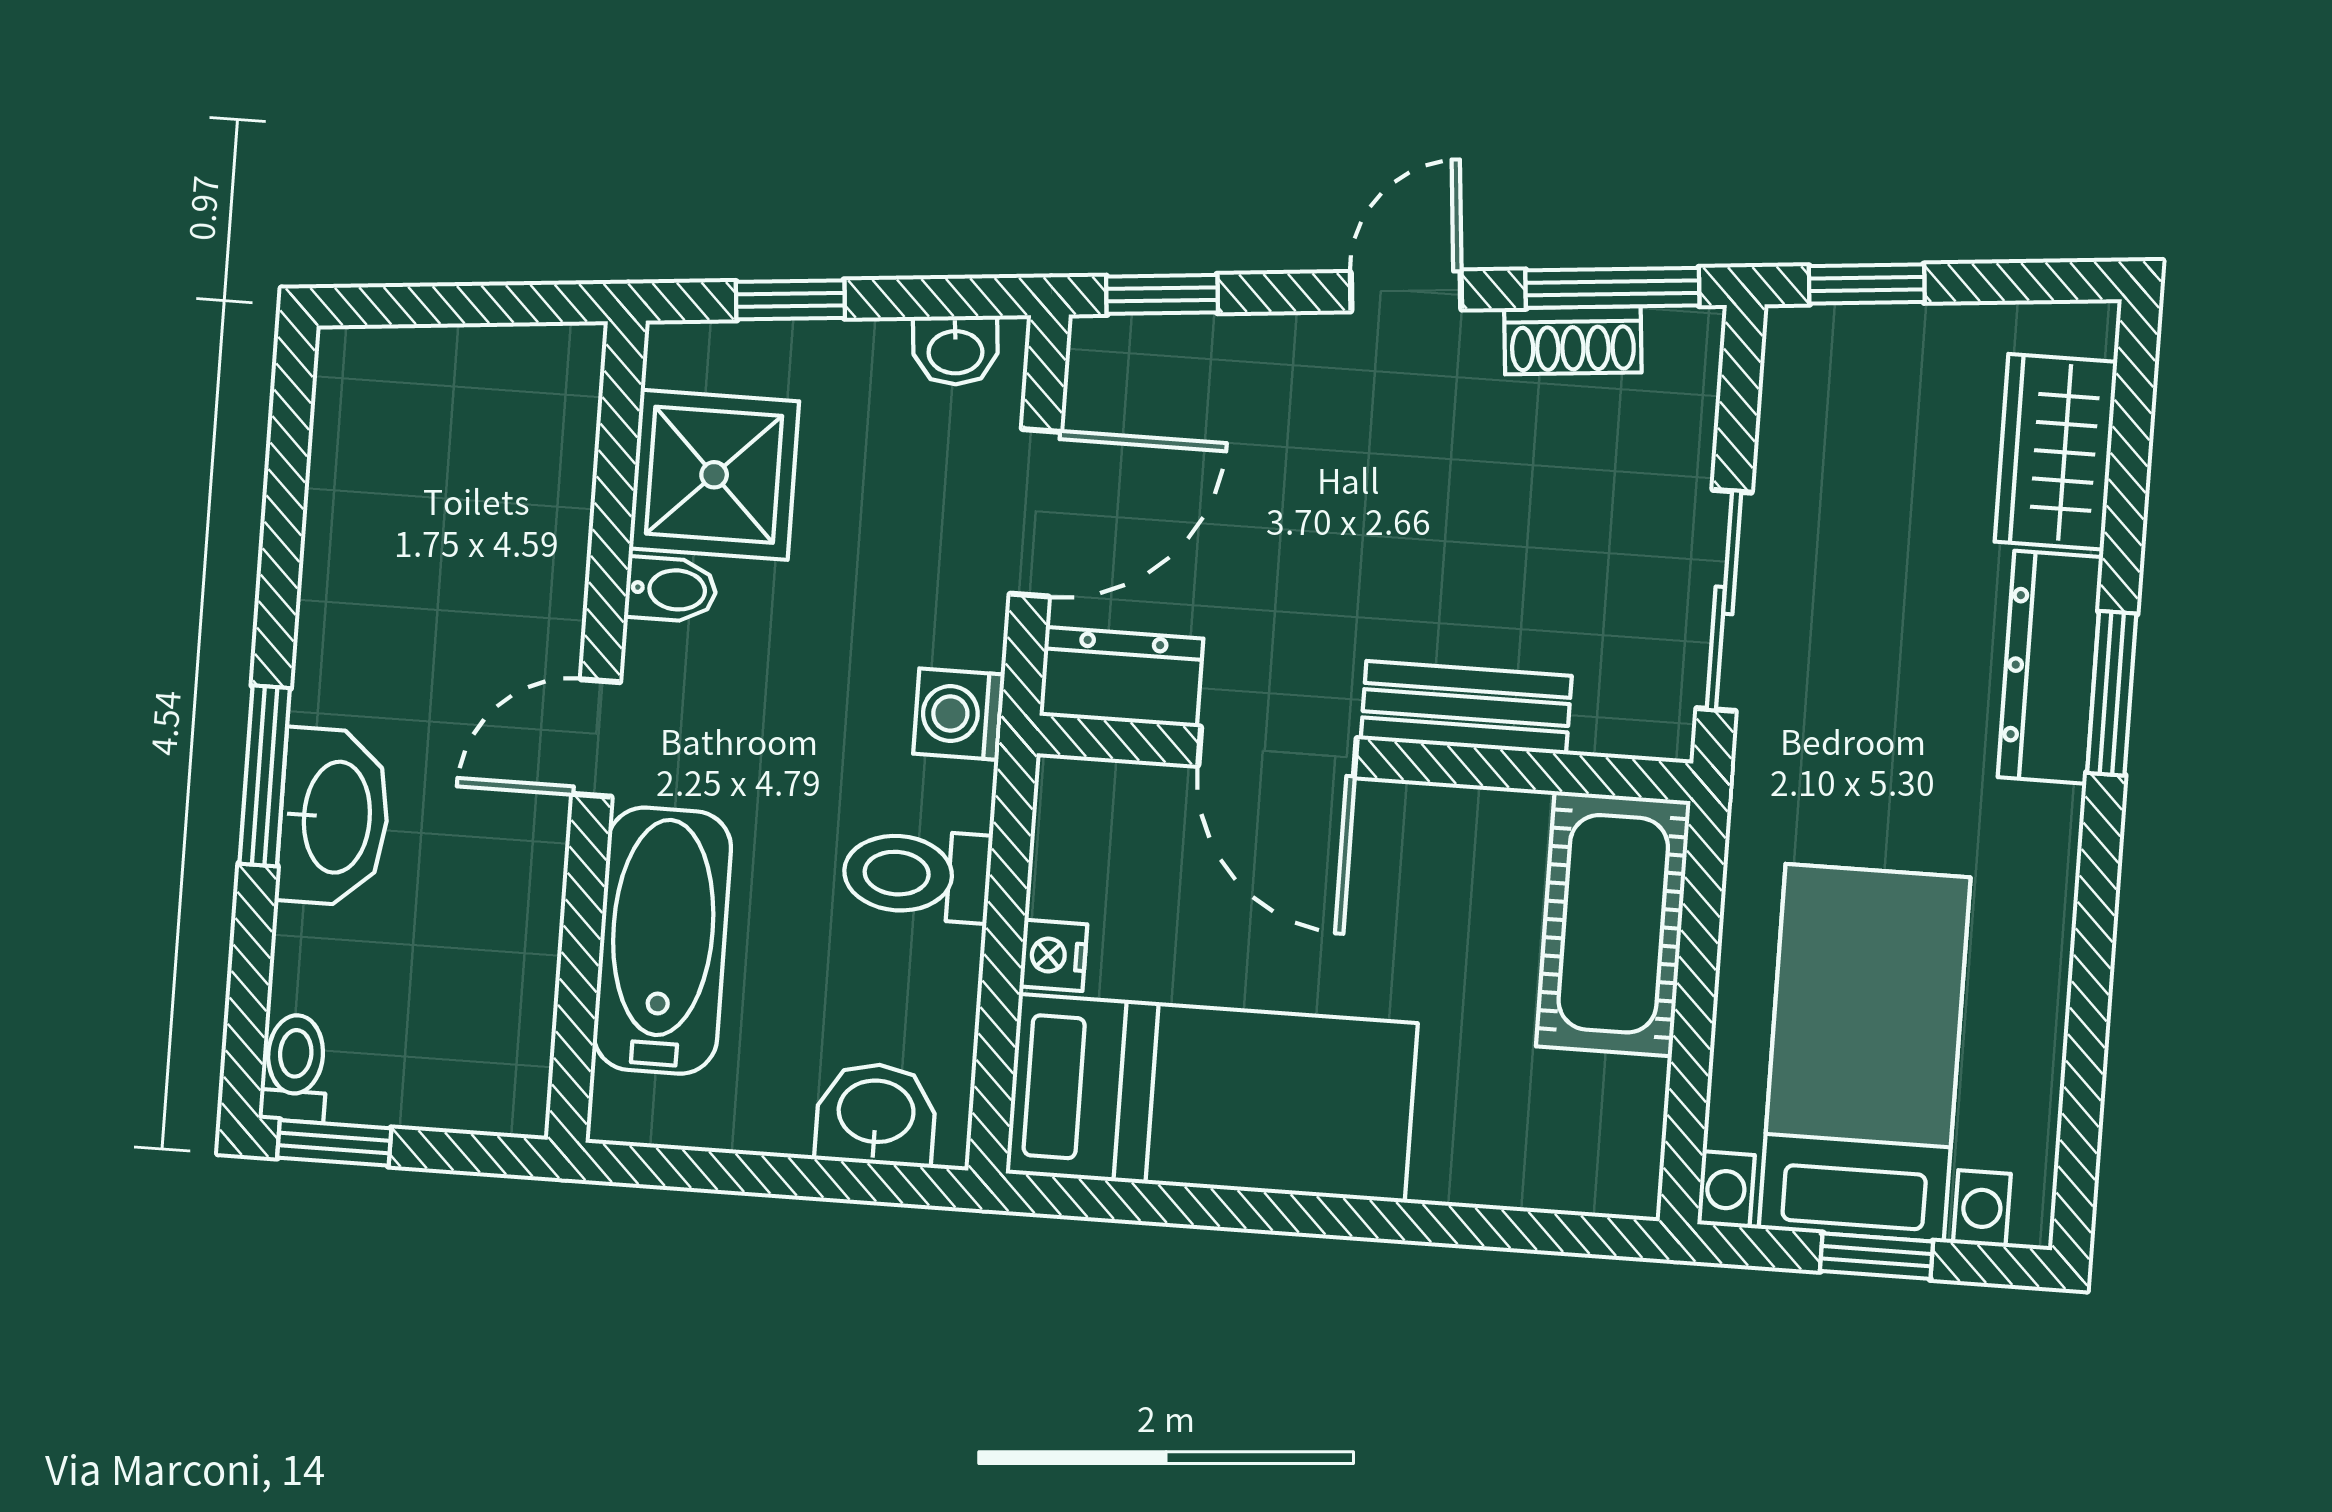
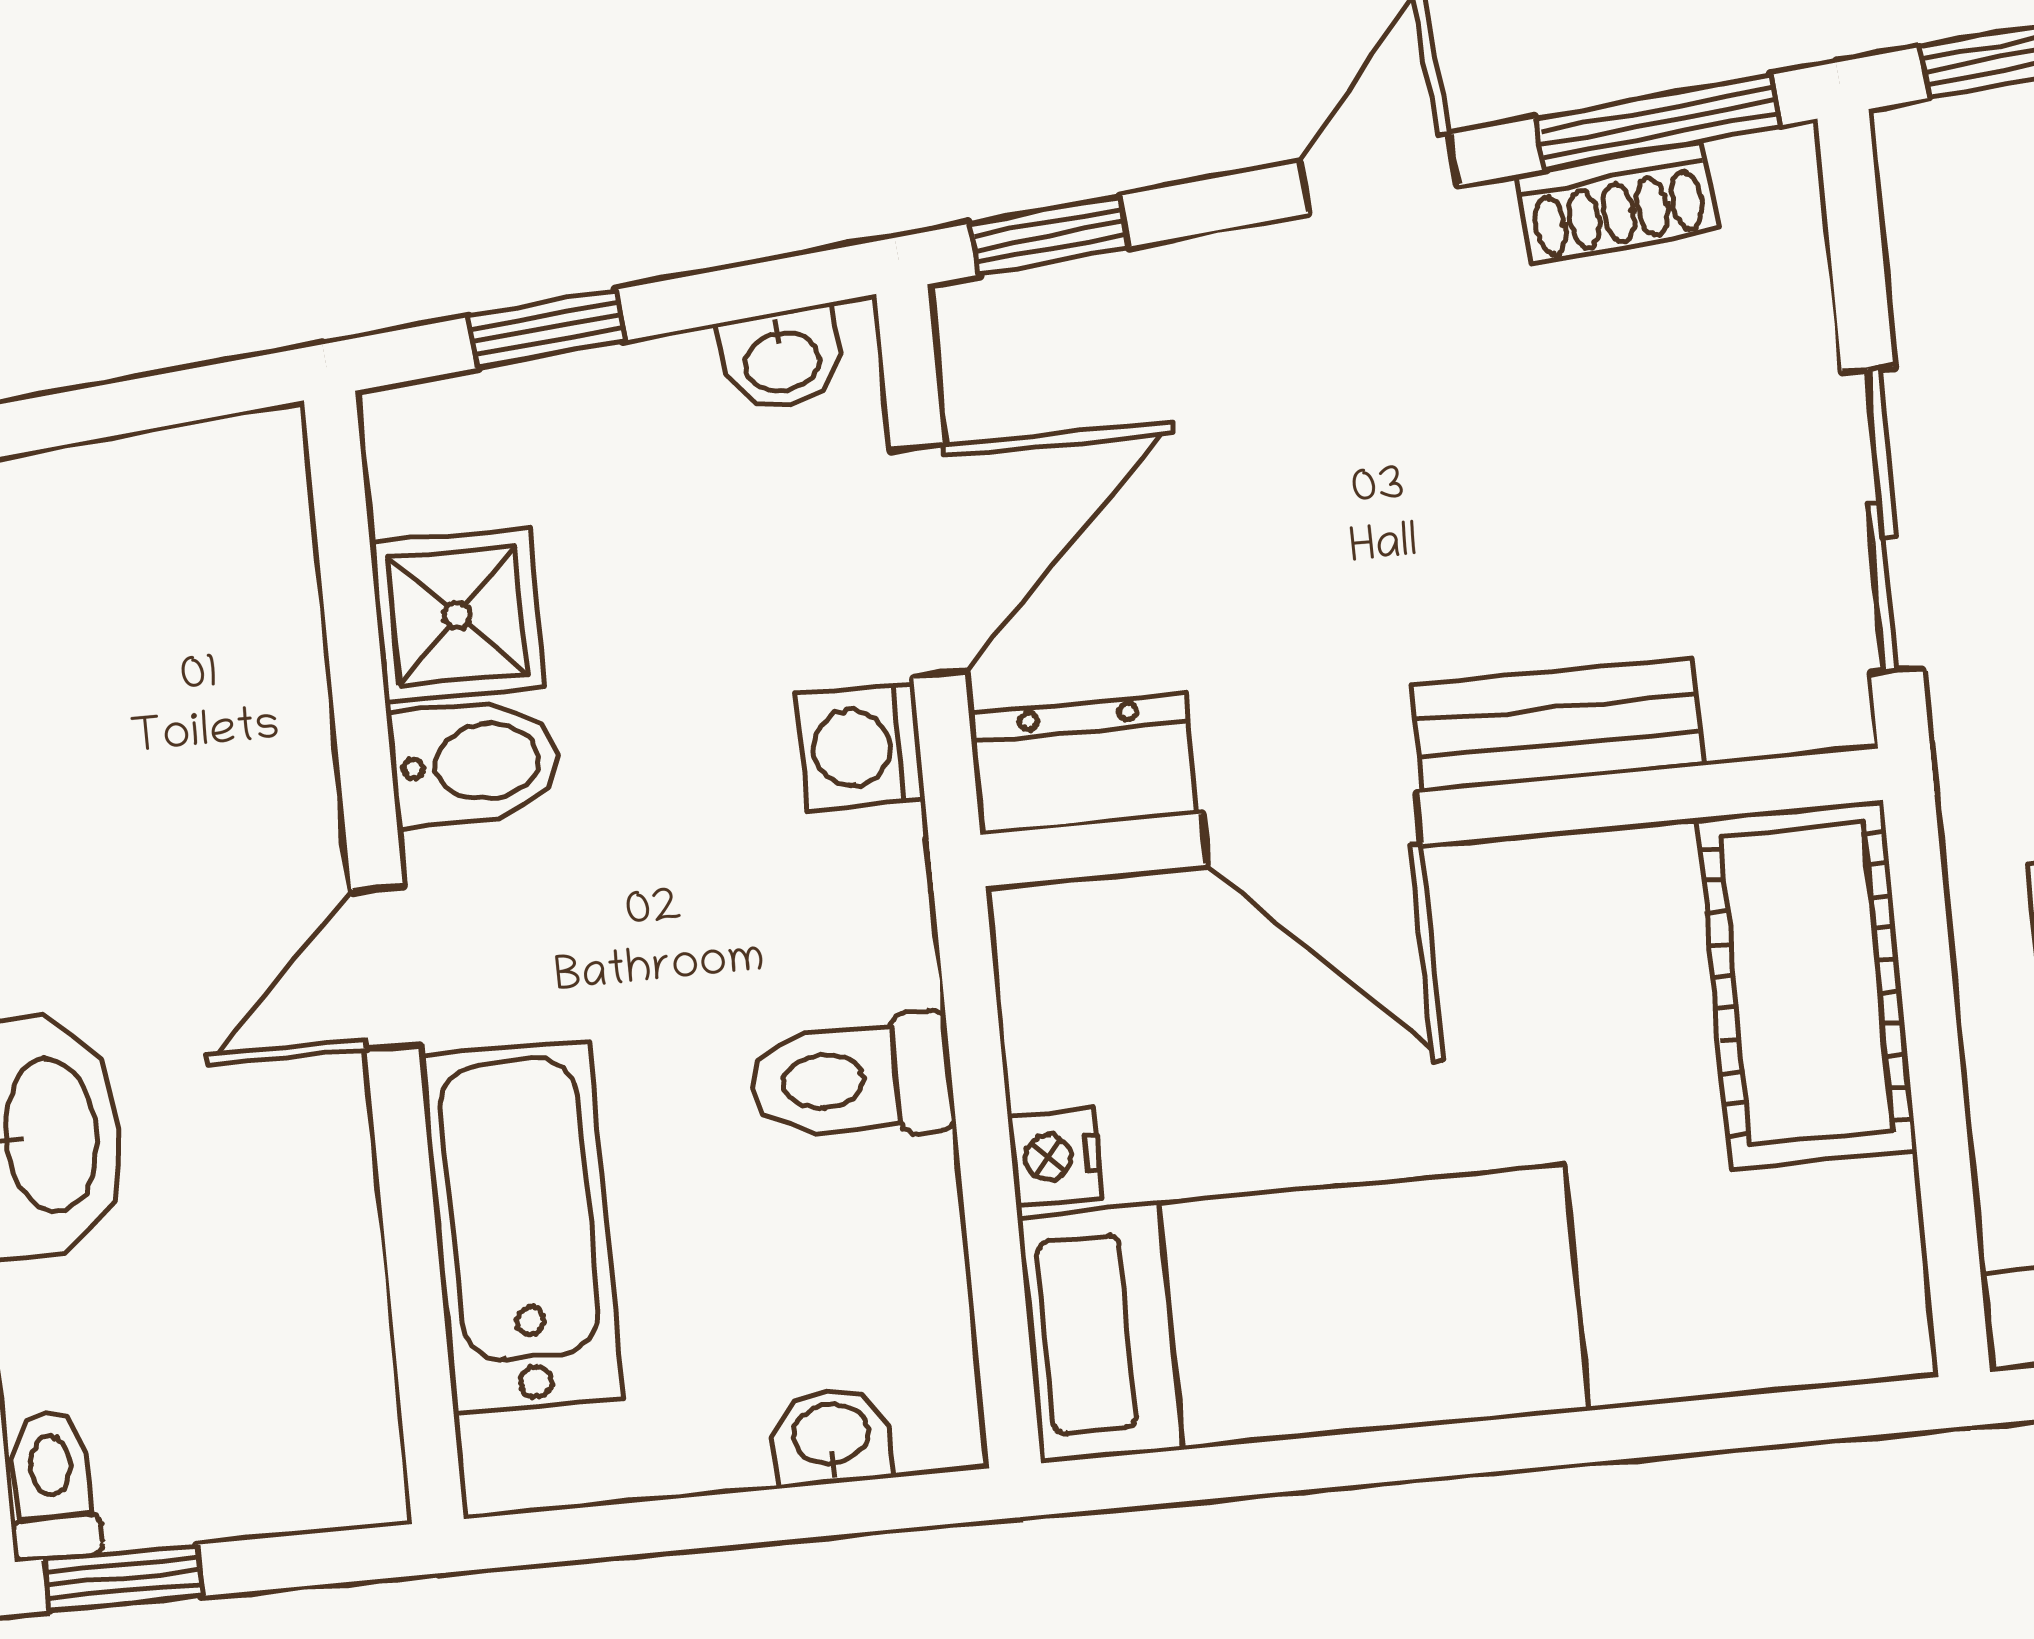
shower: (714, 475) -> (457, 616), width x0.73, depth x0.73
bidet: (671, 589) -> (475, 763), width x1.38, depth x1.36
washing machine: (959, 714) -> (861, 747), moved
washbasin: (876, 1114) -> (831, 1436), width x0.72, depth x0.69

